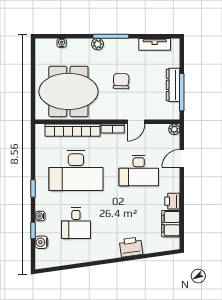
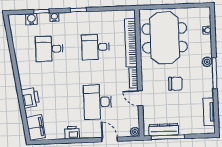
dresser: (173, 85) -> (164, 130), moved
desk: (76, 171) -> (95, 47), width x0.53, depth x0.77
filing cabinet: (171, 224) -> (36, 127), moved, turned 82

